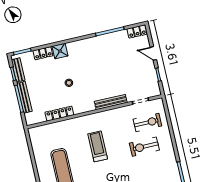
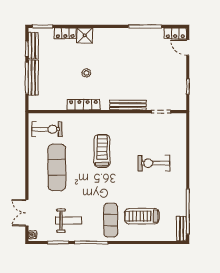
door: (153, 53) -> (188, 48), moved
locker: (59, 114) -> (83, 105), moved
exercise bike: (147, 123) -> (47, 129), moved

